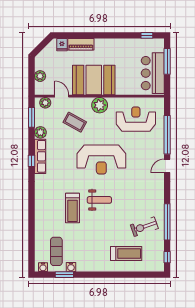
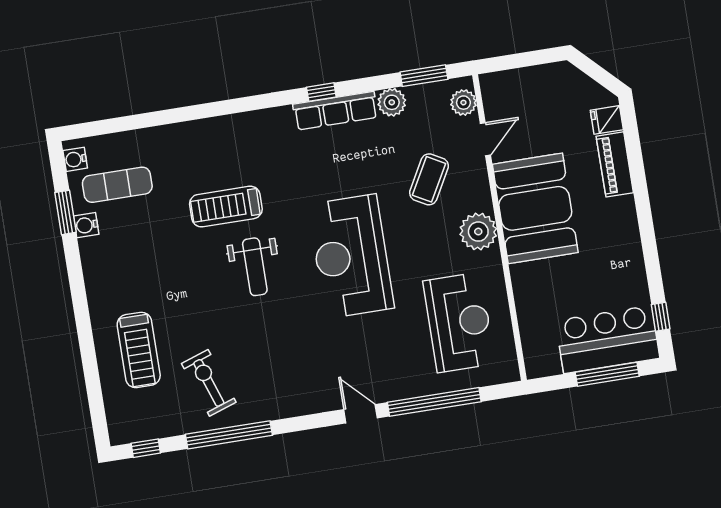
bar counter: (153, 73) -> (608, 339), moved
plant: (40, 76) -> (524, 80), removed

